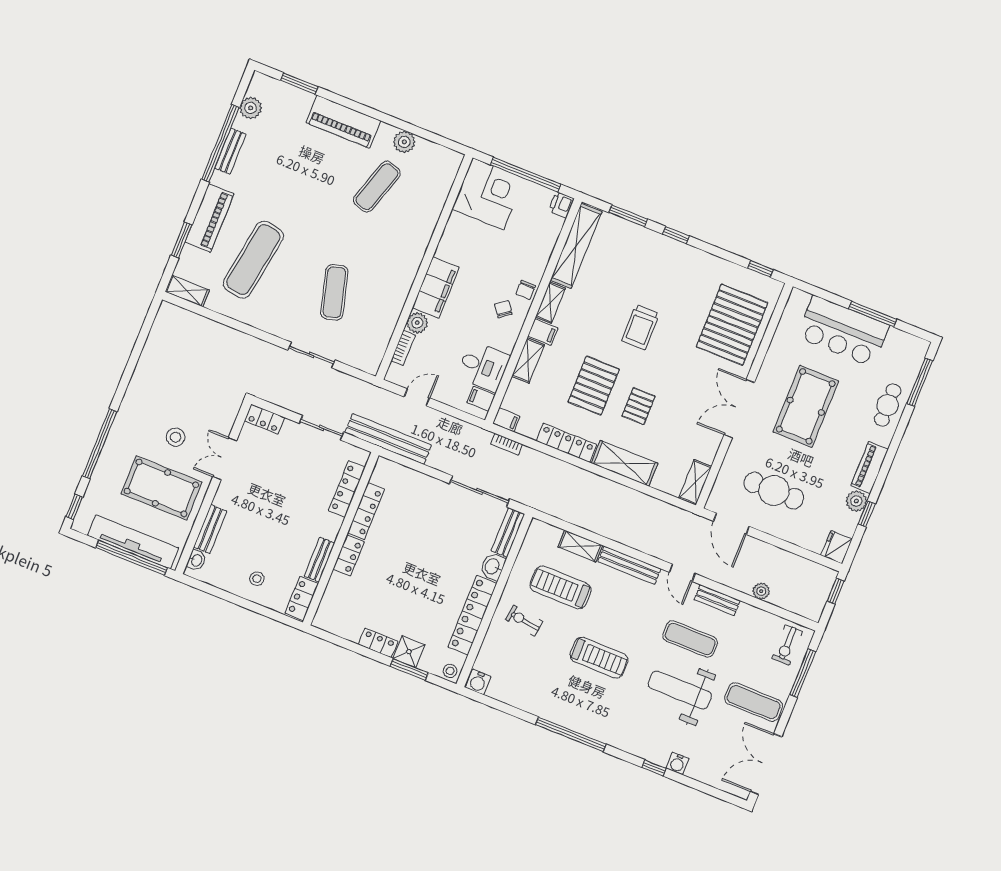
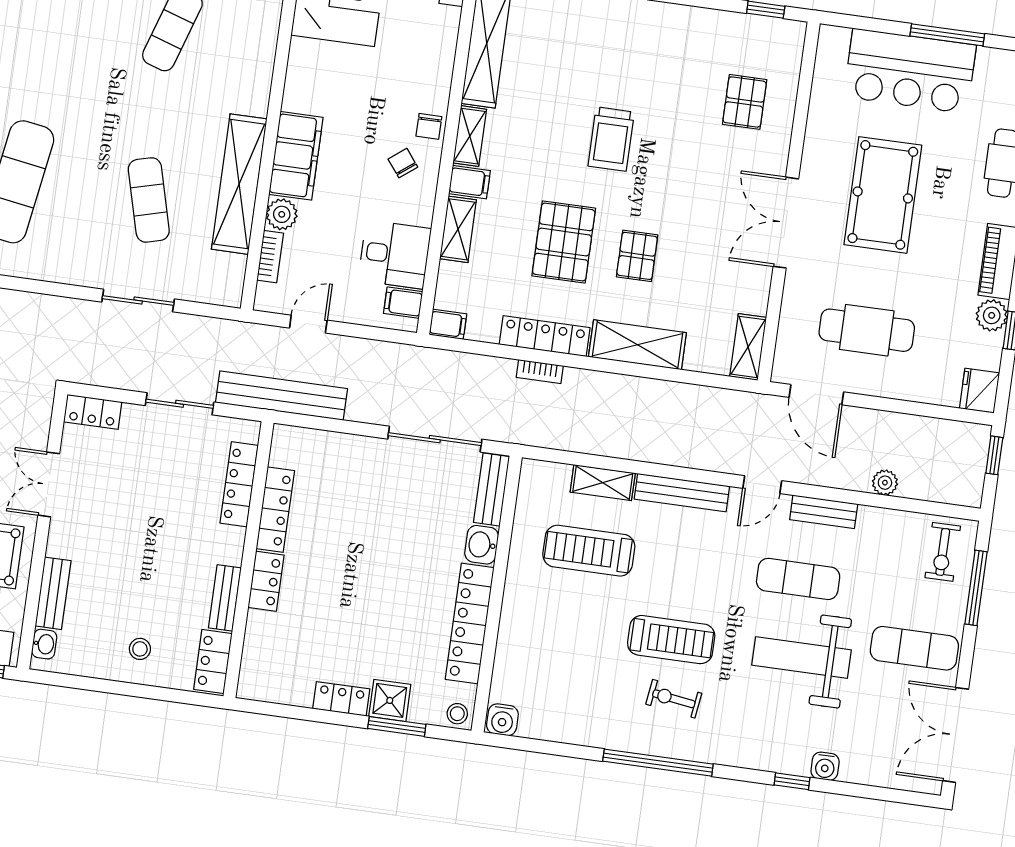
shelving: (395, 297) -> (239, 184), added
pallet: (732, 325) -> (745, 102), width x0.49, depth x0.50
bookcase: (507, 444) -> (540, 371), moved
door: (682, 573) -> (762, 485), hinge flipped
exercise bike: (524, 621) -> (674, 699), moved

